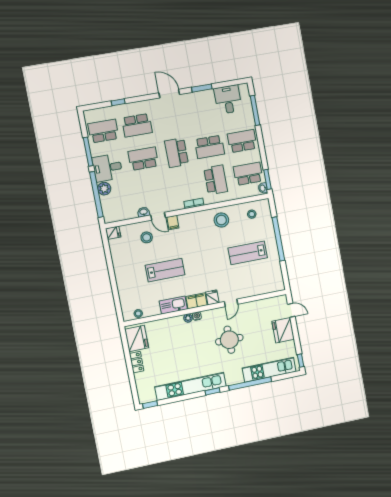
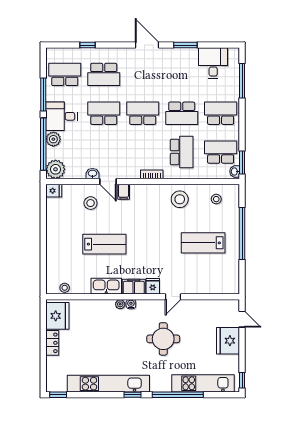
school desk: (177, 153) -> (143, 113), turned 90
plant: (111, 214) -> (56, 169), added

